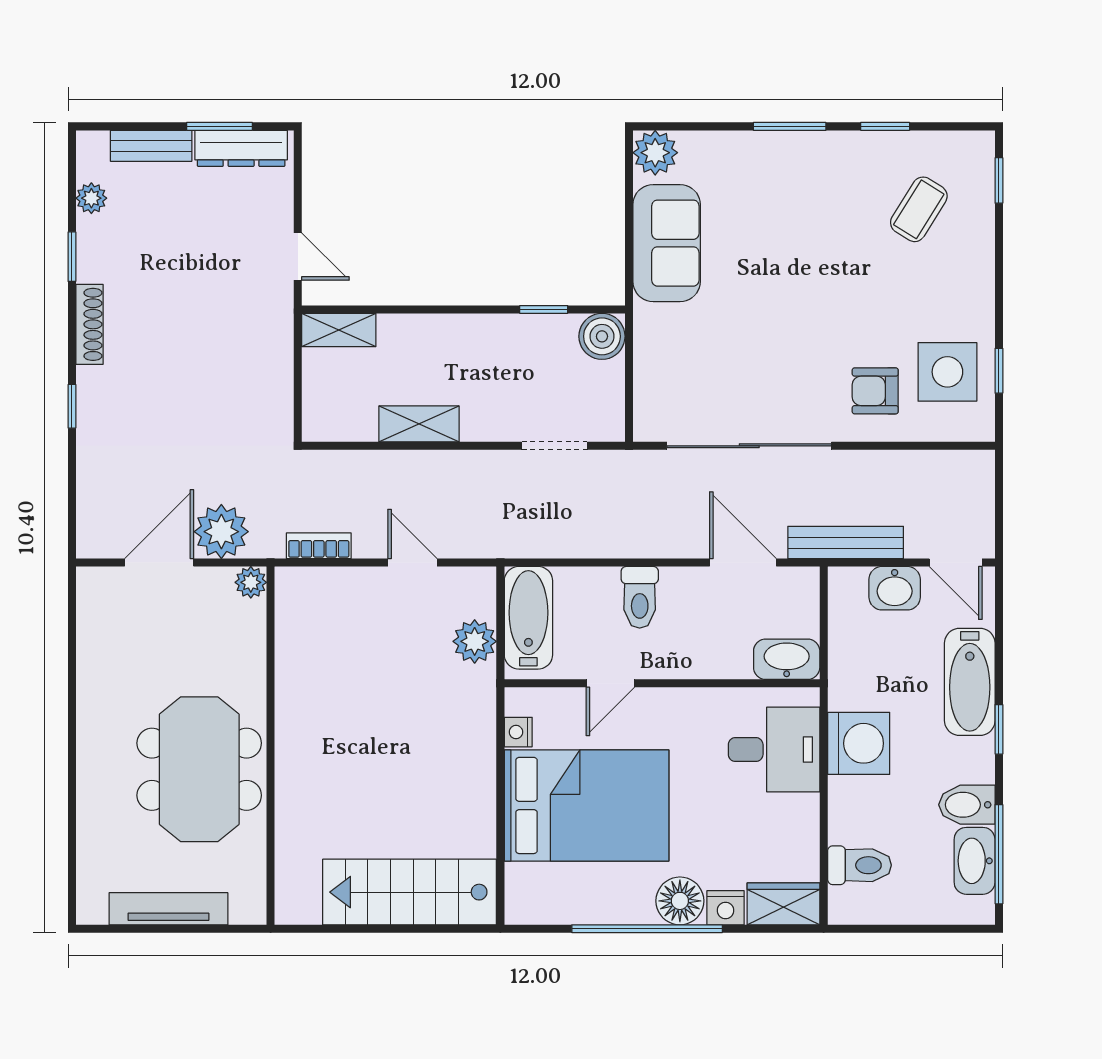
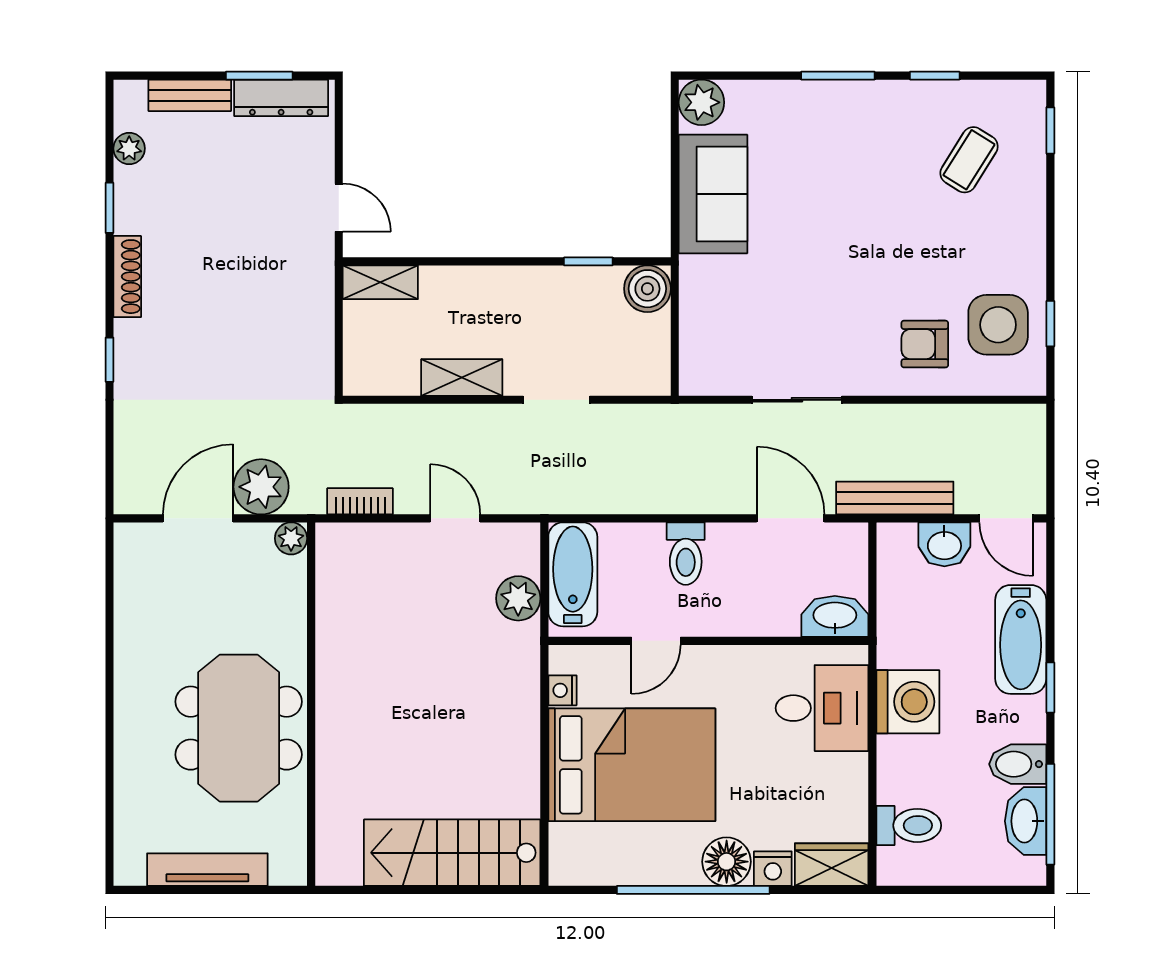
doorway: (555, 446) -> (556, 400), moved
sliding door: (749, 446) -> (797, 400), width x0.54

